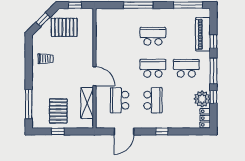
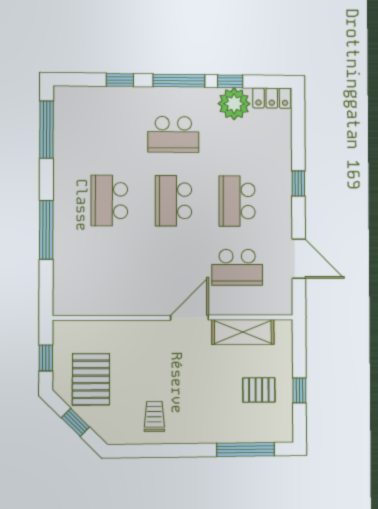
piano: (203, 34) -> (105, 101), removed
school desk: (186, 68) -> (173, 134), turned -90
school desk: (153, 100) -> (237, 201), turned -90
pallet: (58, 111) -> (259, 390), width x0.67, depth x0.71

